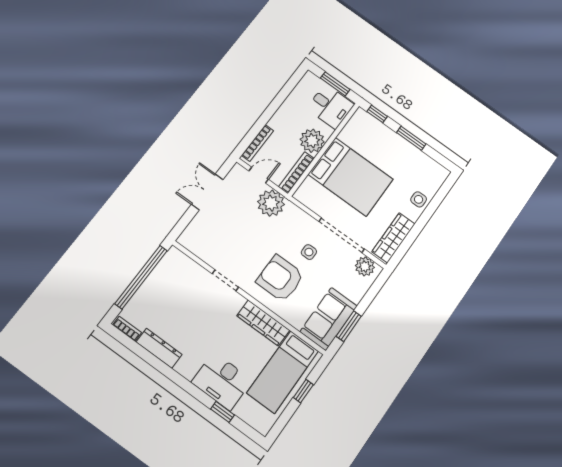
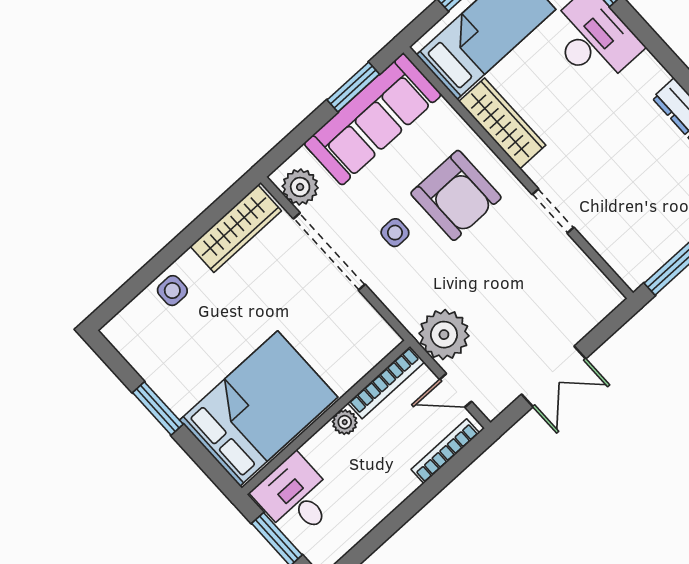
window: (377, 114) -> (211, 467), removed
plant: (312, 141) -> (345, 422), width x0.53, depth x0.53
bed: (351, 177) -> (259, 409), moved, turned 90
sofa: (329, 319) -> (373, 119), width x1.36

